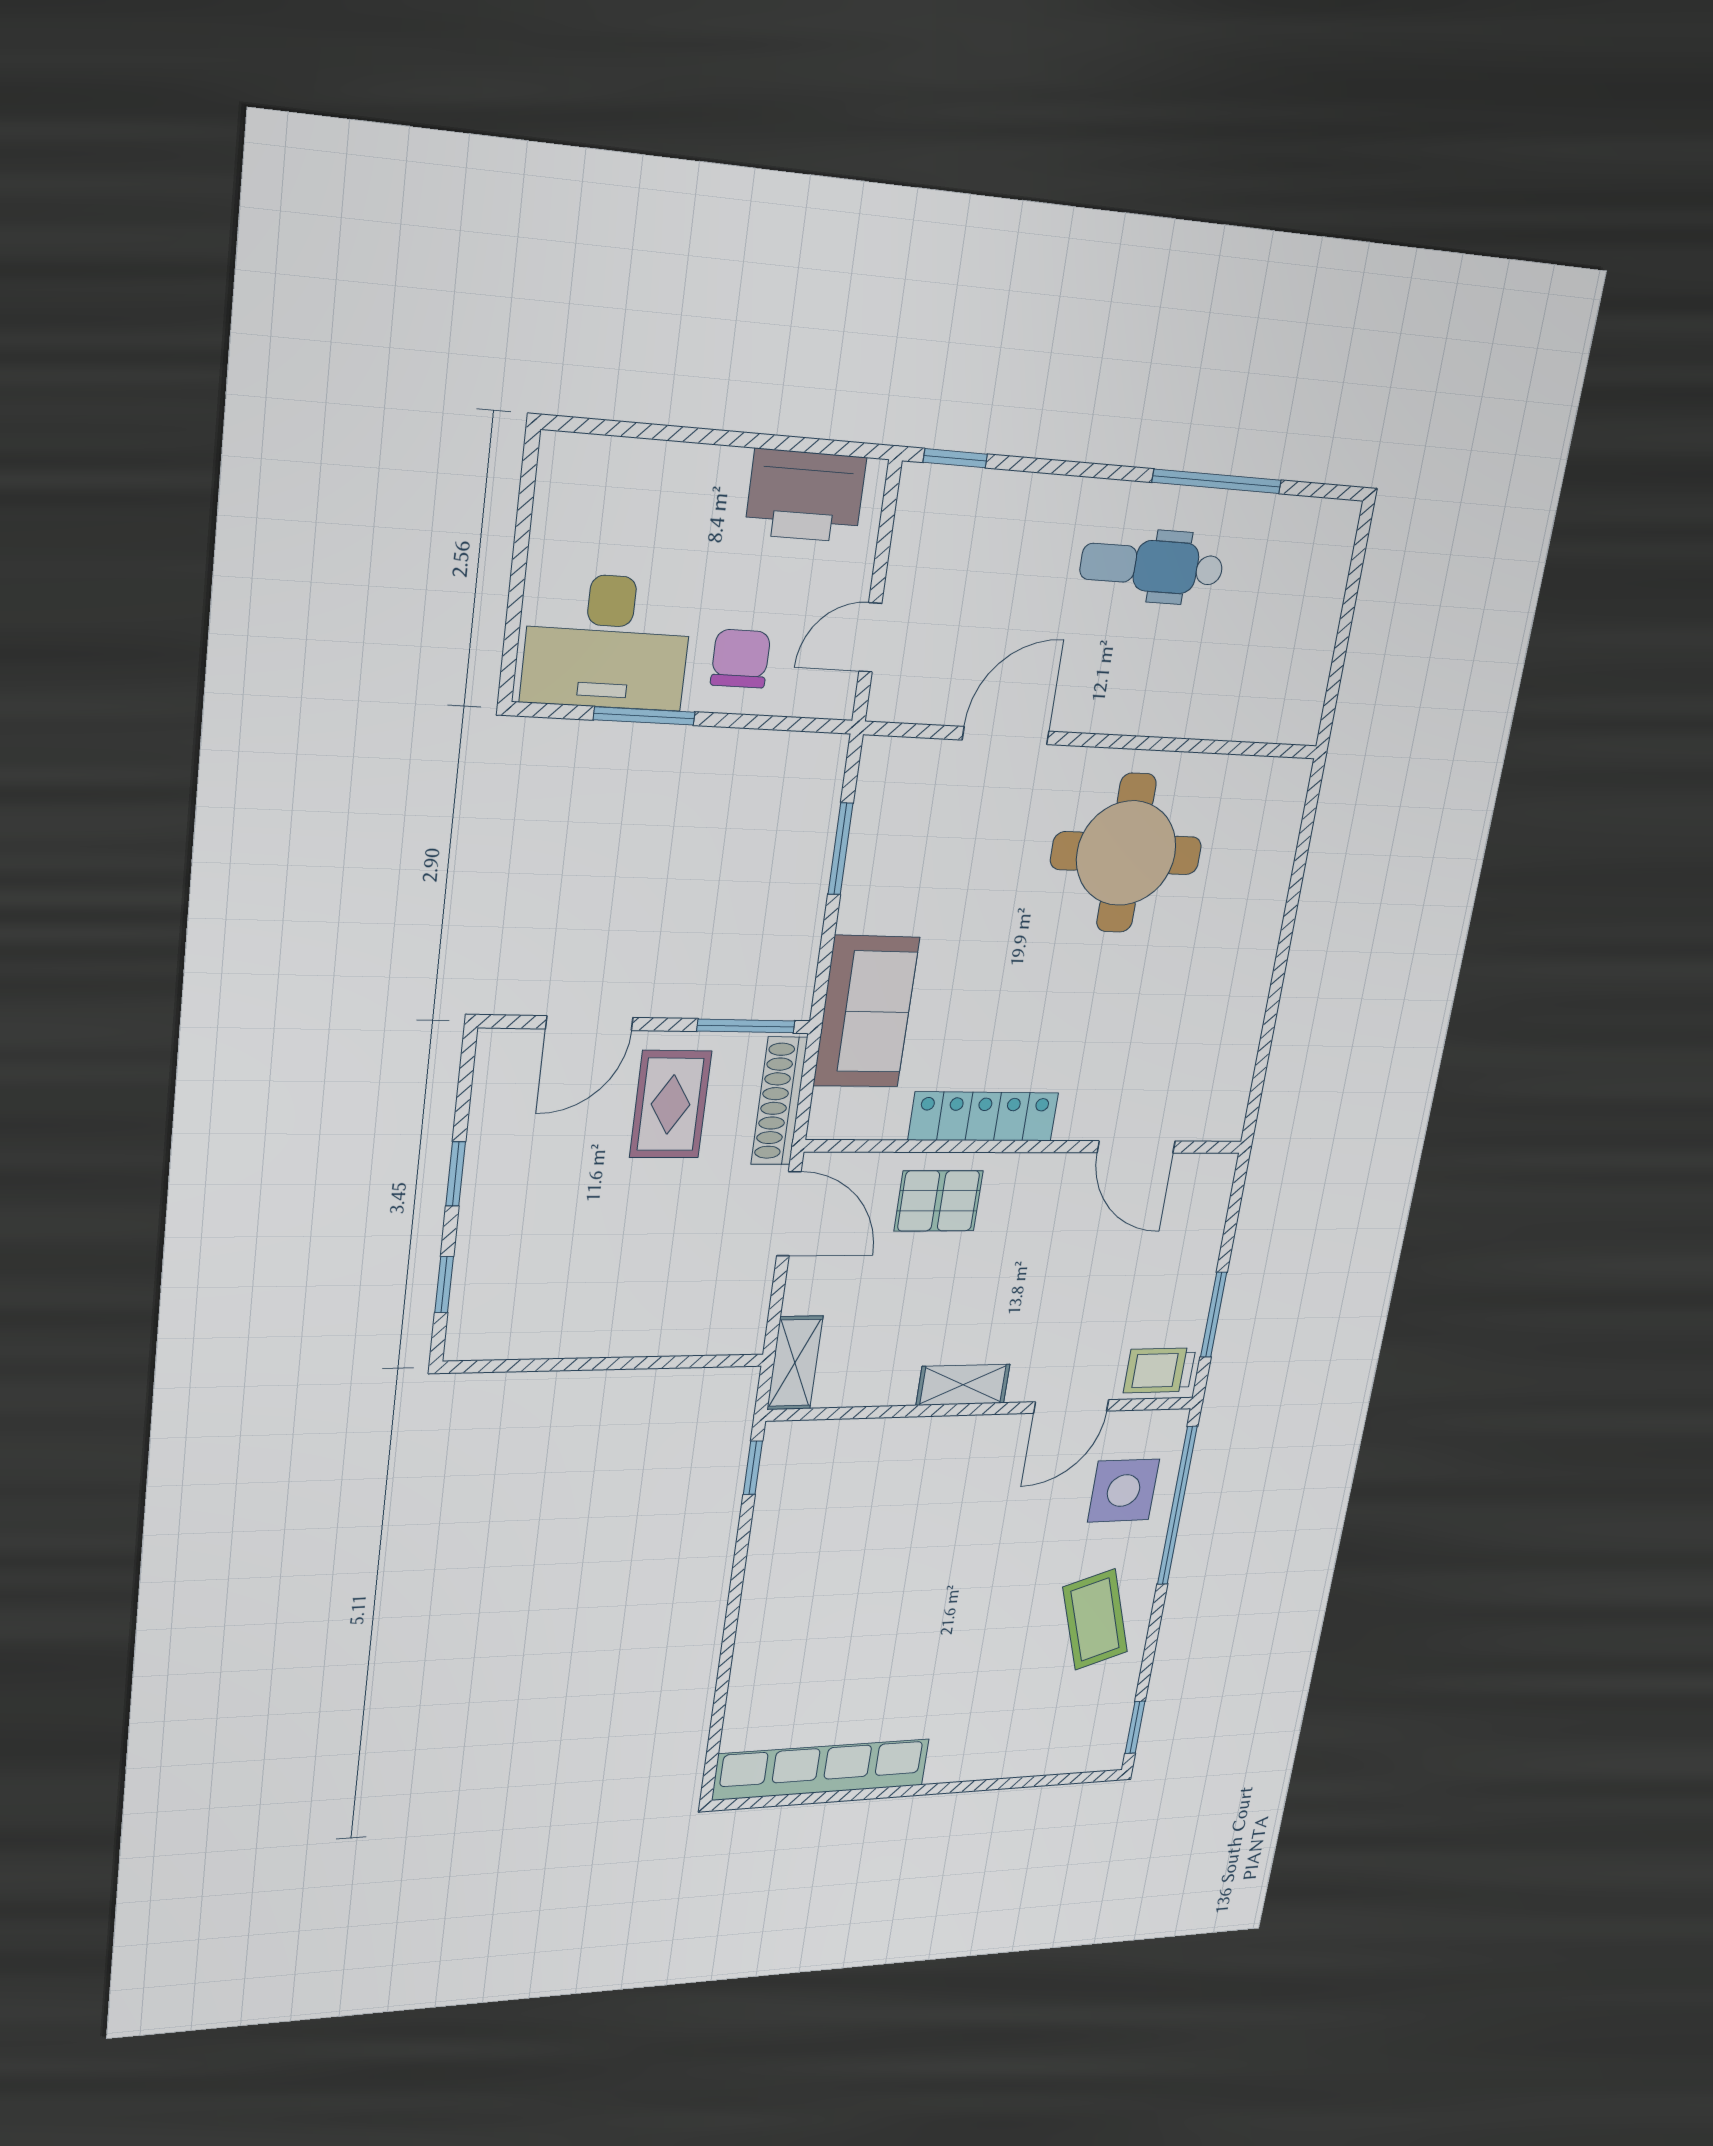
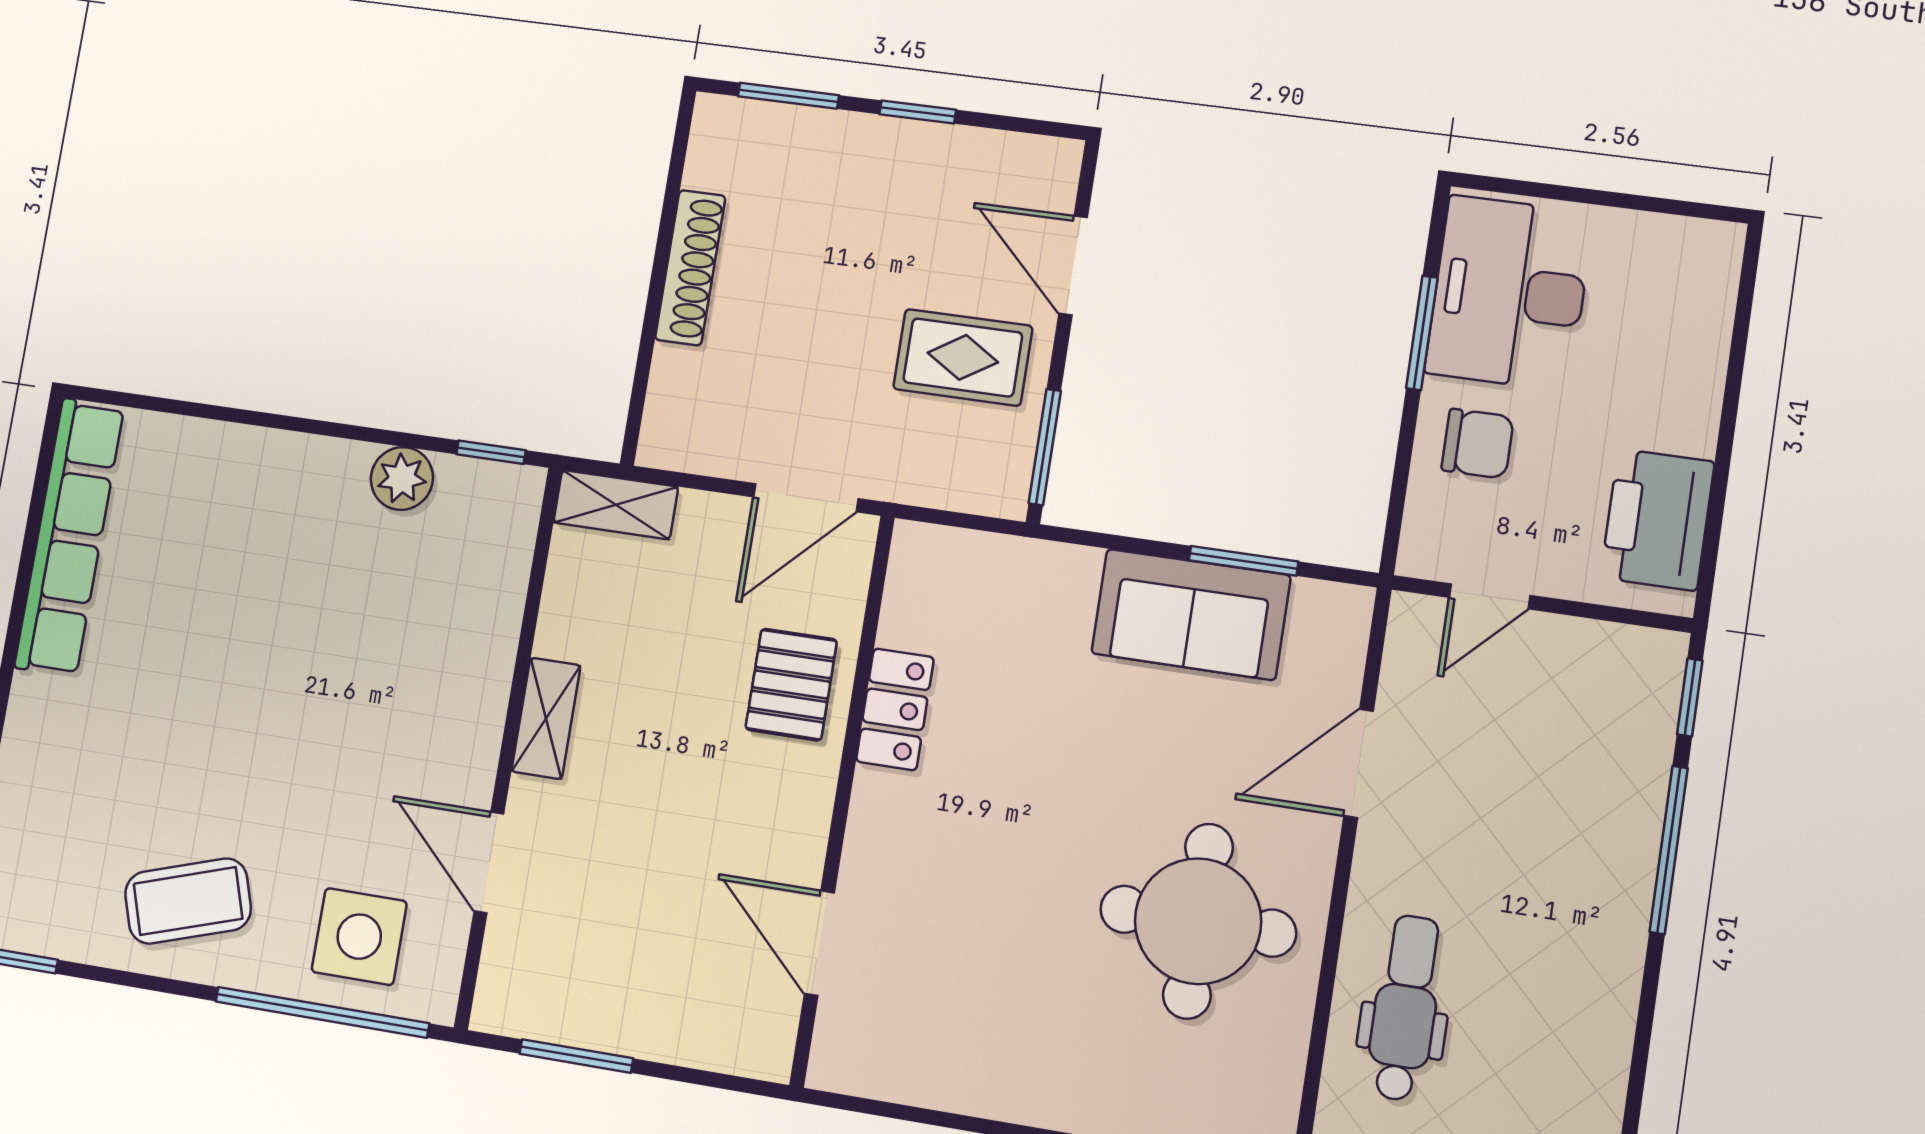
window: (1217, 481) -> (1669, 850), moved
dental chair: (1152, 566) -> (1405, 1008), moved
door: (870, 637) -> (1490, 596), swing flipped
door: (1006, 736) -> (1359, 763), swing flipped
sofa: (866, 1012) -> (1191, 614), moved
shoe rack: (779, 1101) -> (690, 268), moved, turned 90
locker: (983, 1116) -> (895, 709), width x0.66
door: (1136, 1147) -> (819, 943), hinge flipped
window: (444, 1285) -> (788, 96), width x1.50
trolley: (1160, 1370) -> (514, 983), removed
plant: (774, 1532) -> (402, 478), added

